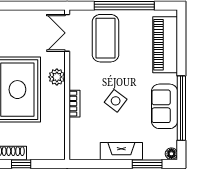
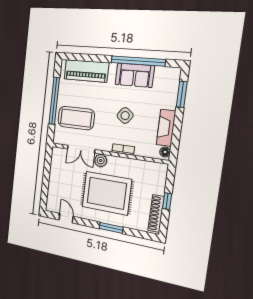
double door: (67, 33) -> (81, 149), moved
fireplace: (121, 151) -> (166, 128), moved
floor lamp: (171, 154) -> (165, 152), moved

